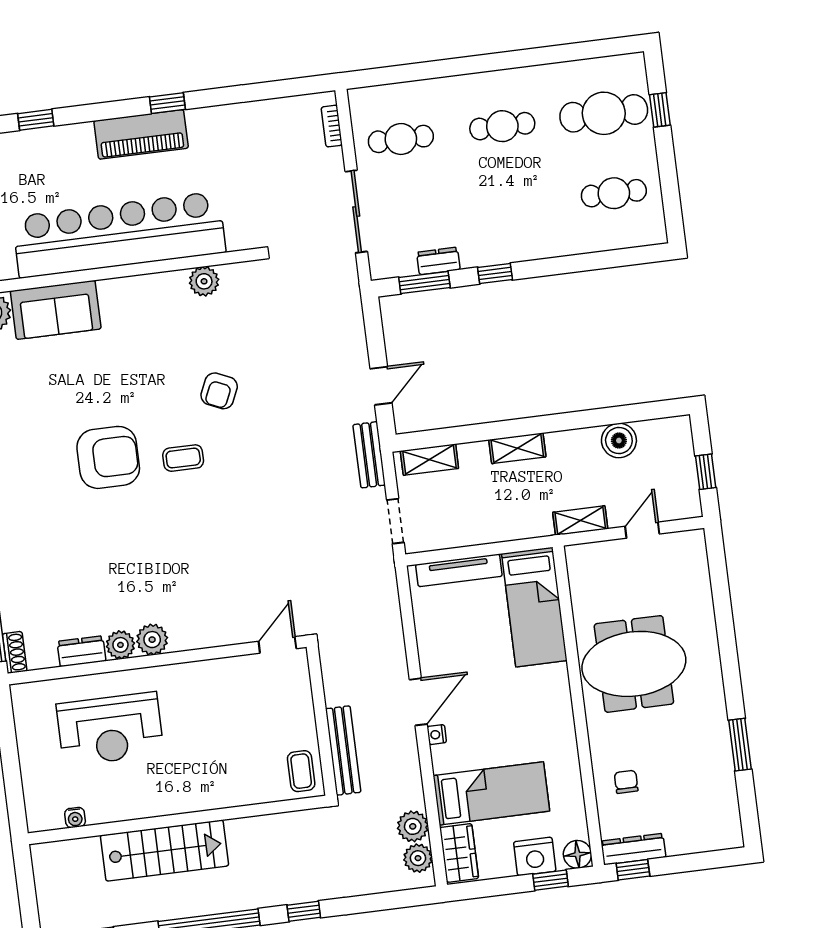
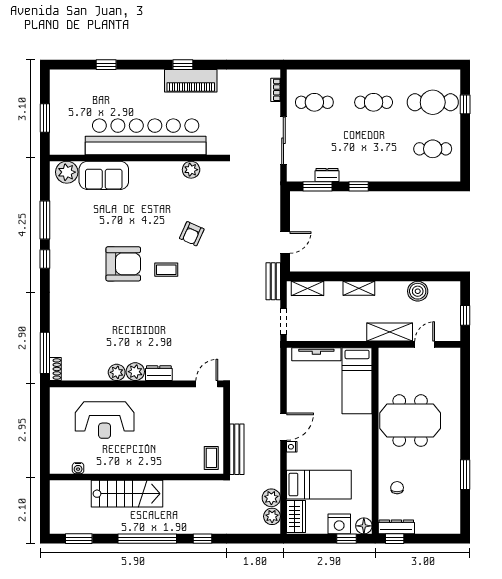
piano: (141, 134) -> (191, 81), moved
shelving: (580, 521) -> (390, 332), width x1.50, depth x1.33
dresser: (81, 651) -> (159, 373), moved

